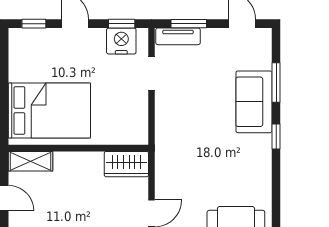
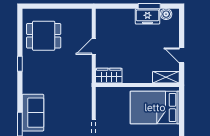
window: (276, 137) -> (20, 64), moved

